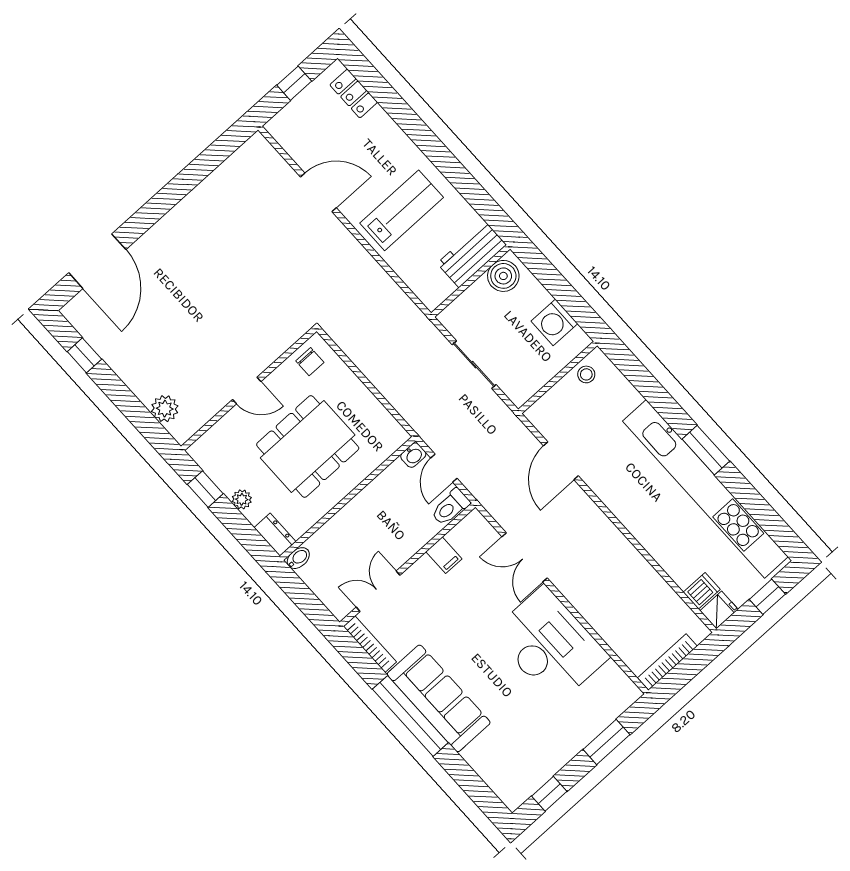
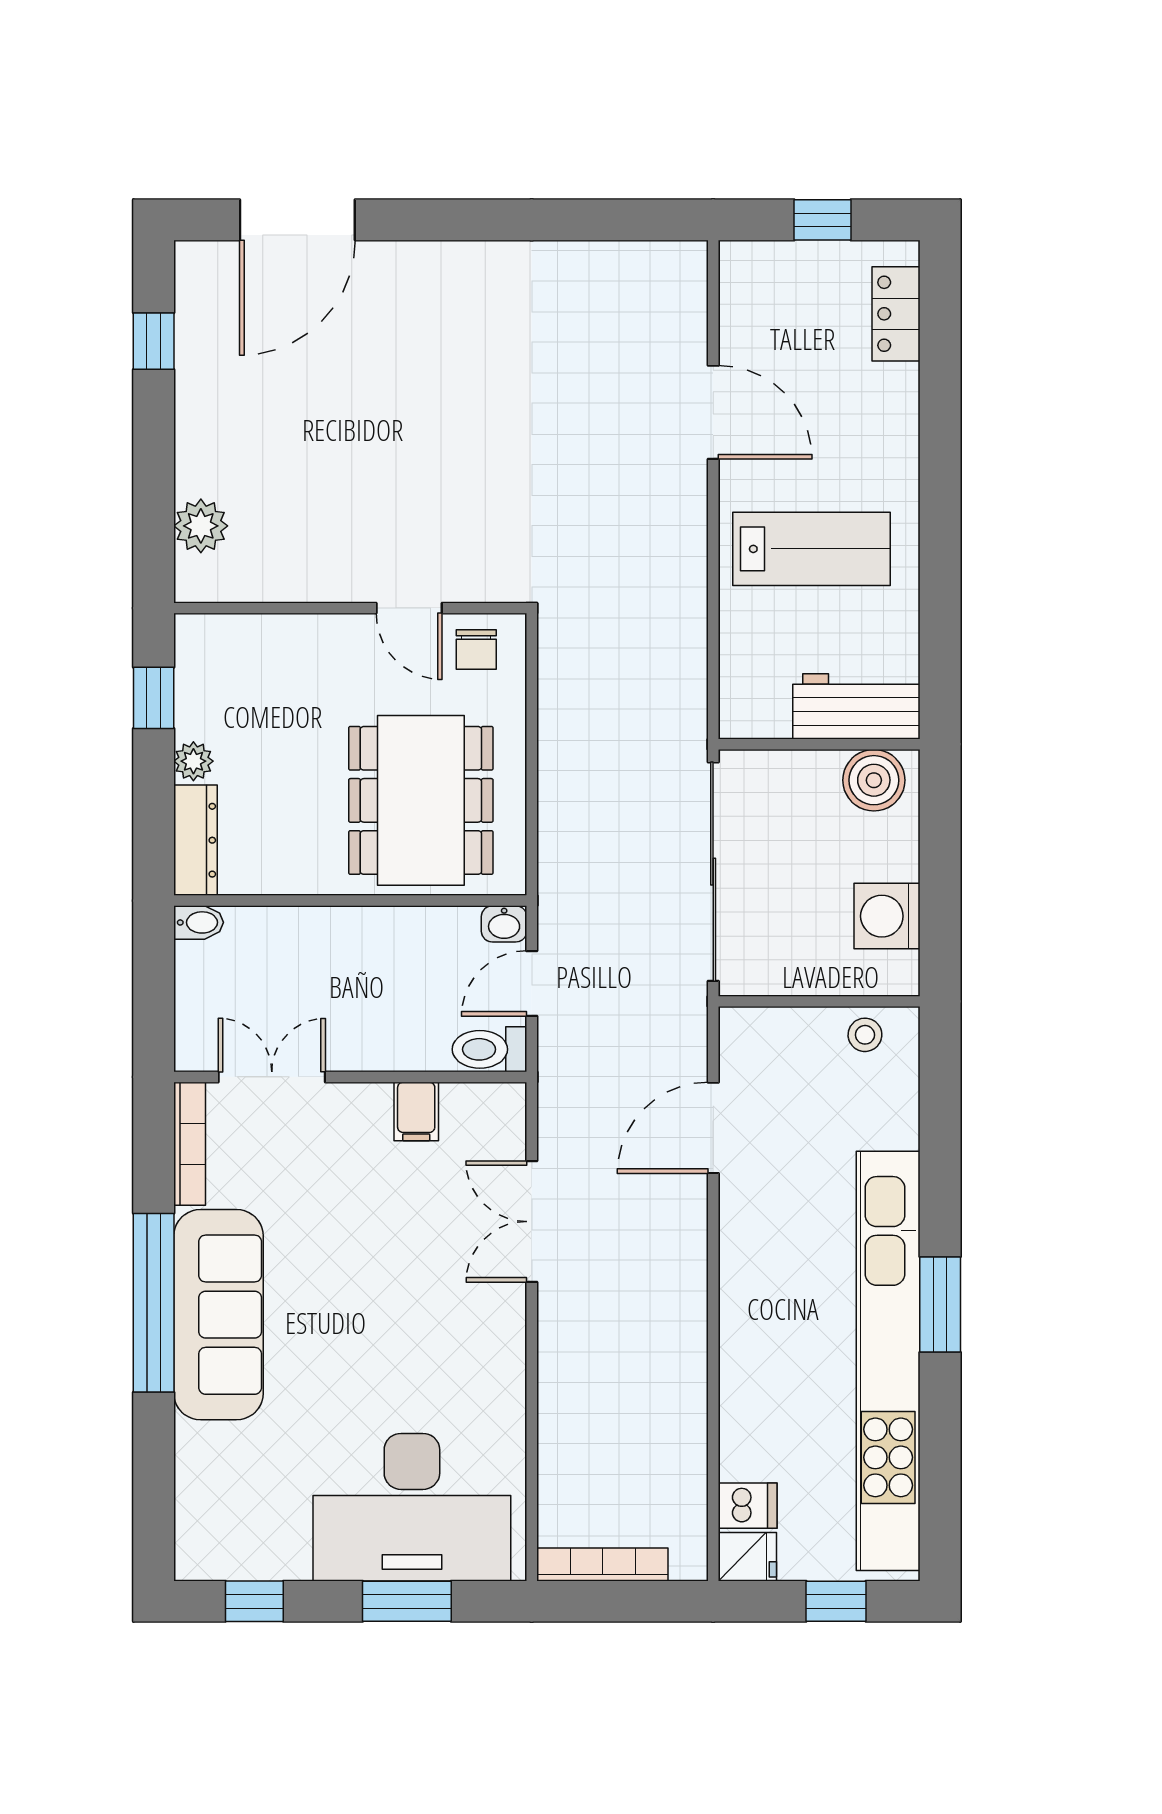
sliding door: (474, 365) -> (713, 872), width x1.86
door: (247, 391) -> (409, 608), moved
dining table: (308, 446) -> (421, 800), moved, turned 90
dresser: (275, 535) -> (195, 840), width x1.44
desk: (550, 645) -> (412, 1507), moved, turned 90

